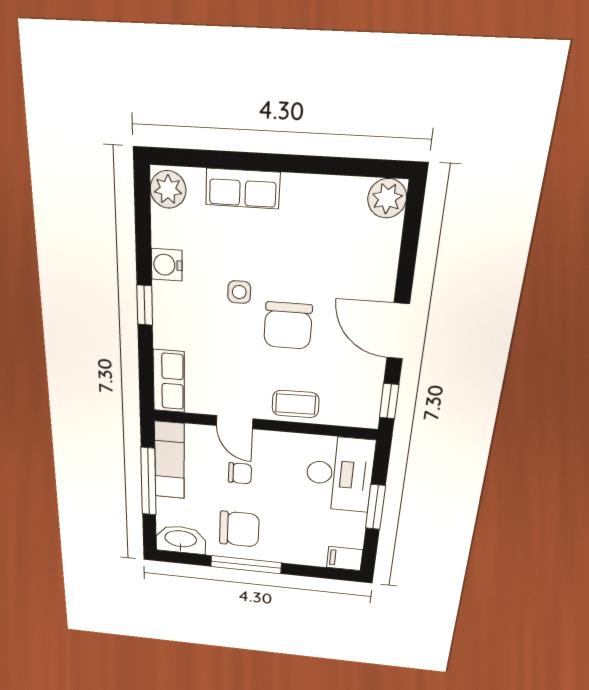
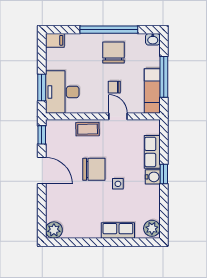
water cooler: (167, 265) -> (153, 177), moved
chair: (288, 326) -> (94, 169), turned 90
row of seats: (169, 381) -> (152, 152), moved
window: (375, 507) -> (42, 88), moved
chair: (239, 529) -> (113, 53), turned 90
washbasin: (181, 540) -> (153, 39), width x0.52, depth x0.69
window: (246, 565) -> (109, 30), width x1.46

